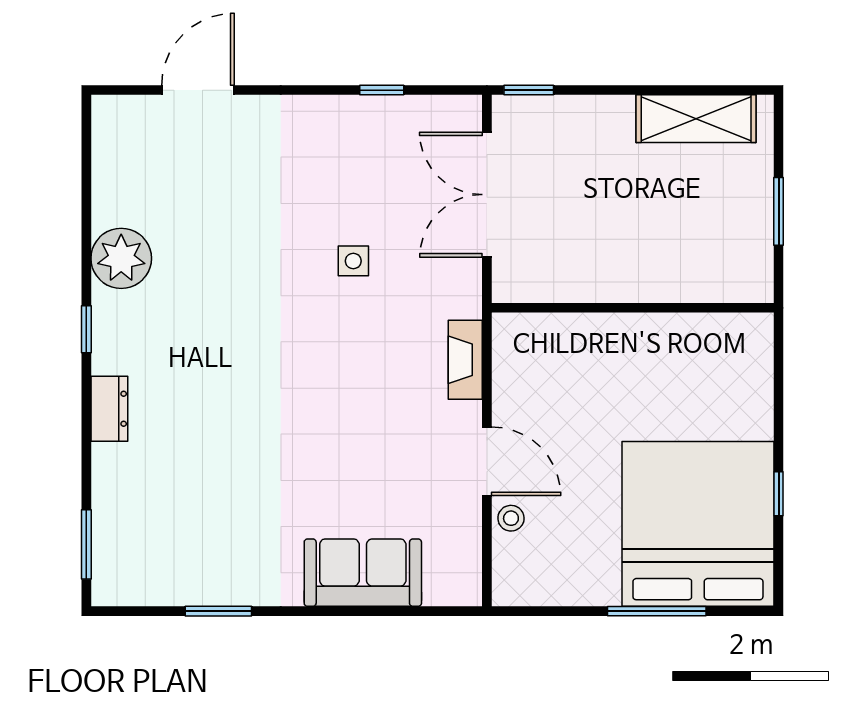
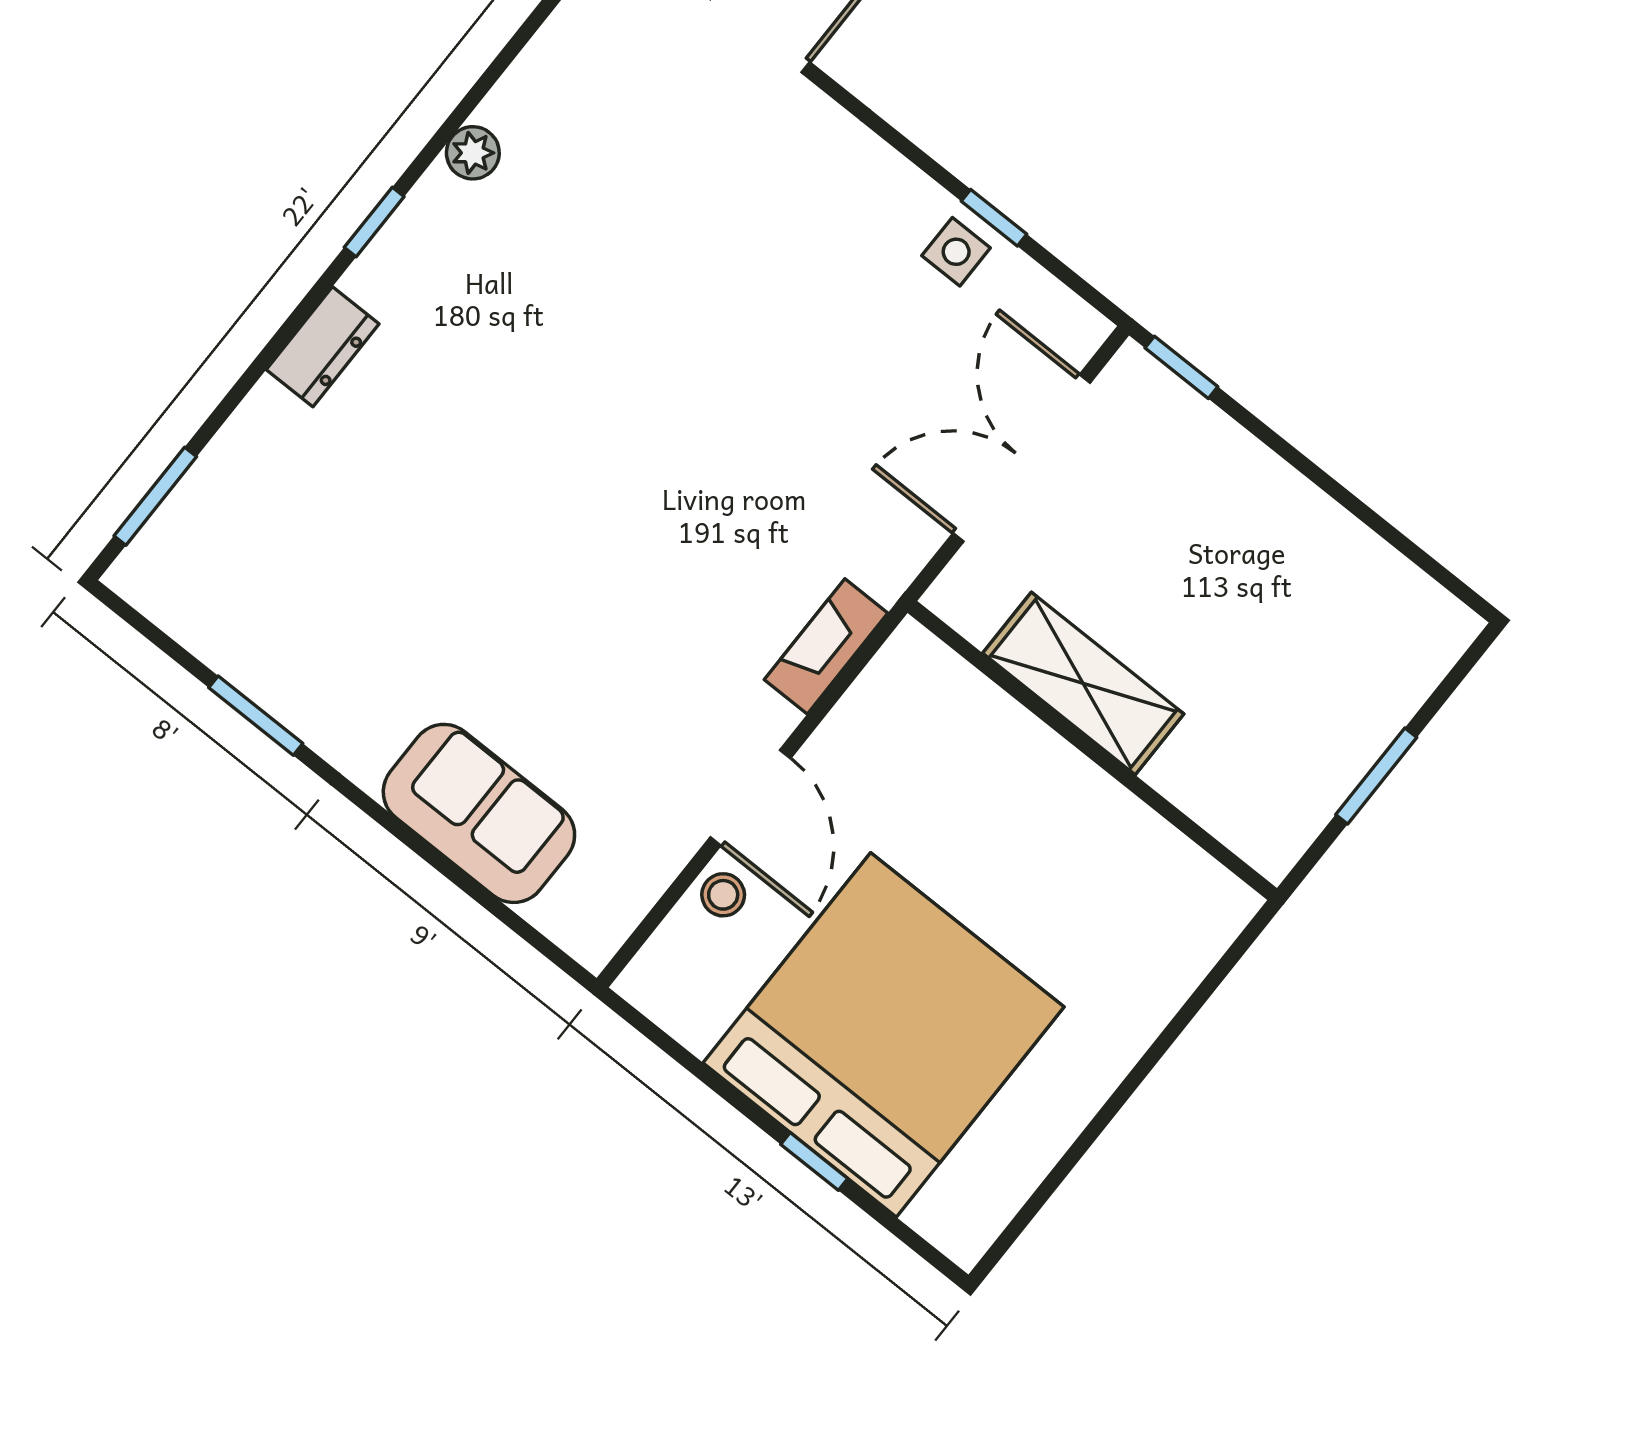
shelving: (696, 119) -> (1083, 684), moved
plant: (121, 258) -> (473, 153), width x0.53, depth x0.53
side table: (353, 261) -> (956, 252), moved
window: (779, 494) -> (1089, 1136), removed
bed: (698, 524) -> (884, 1035), moved
window: (657, 611) -> (814, 1161), width x0.46

